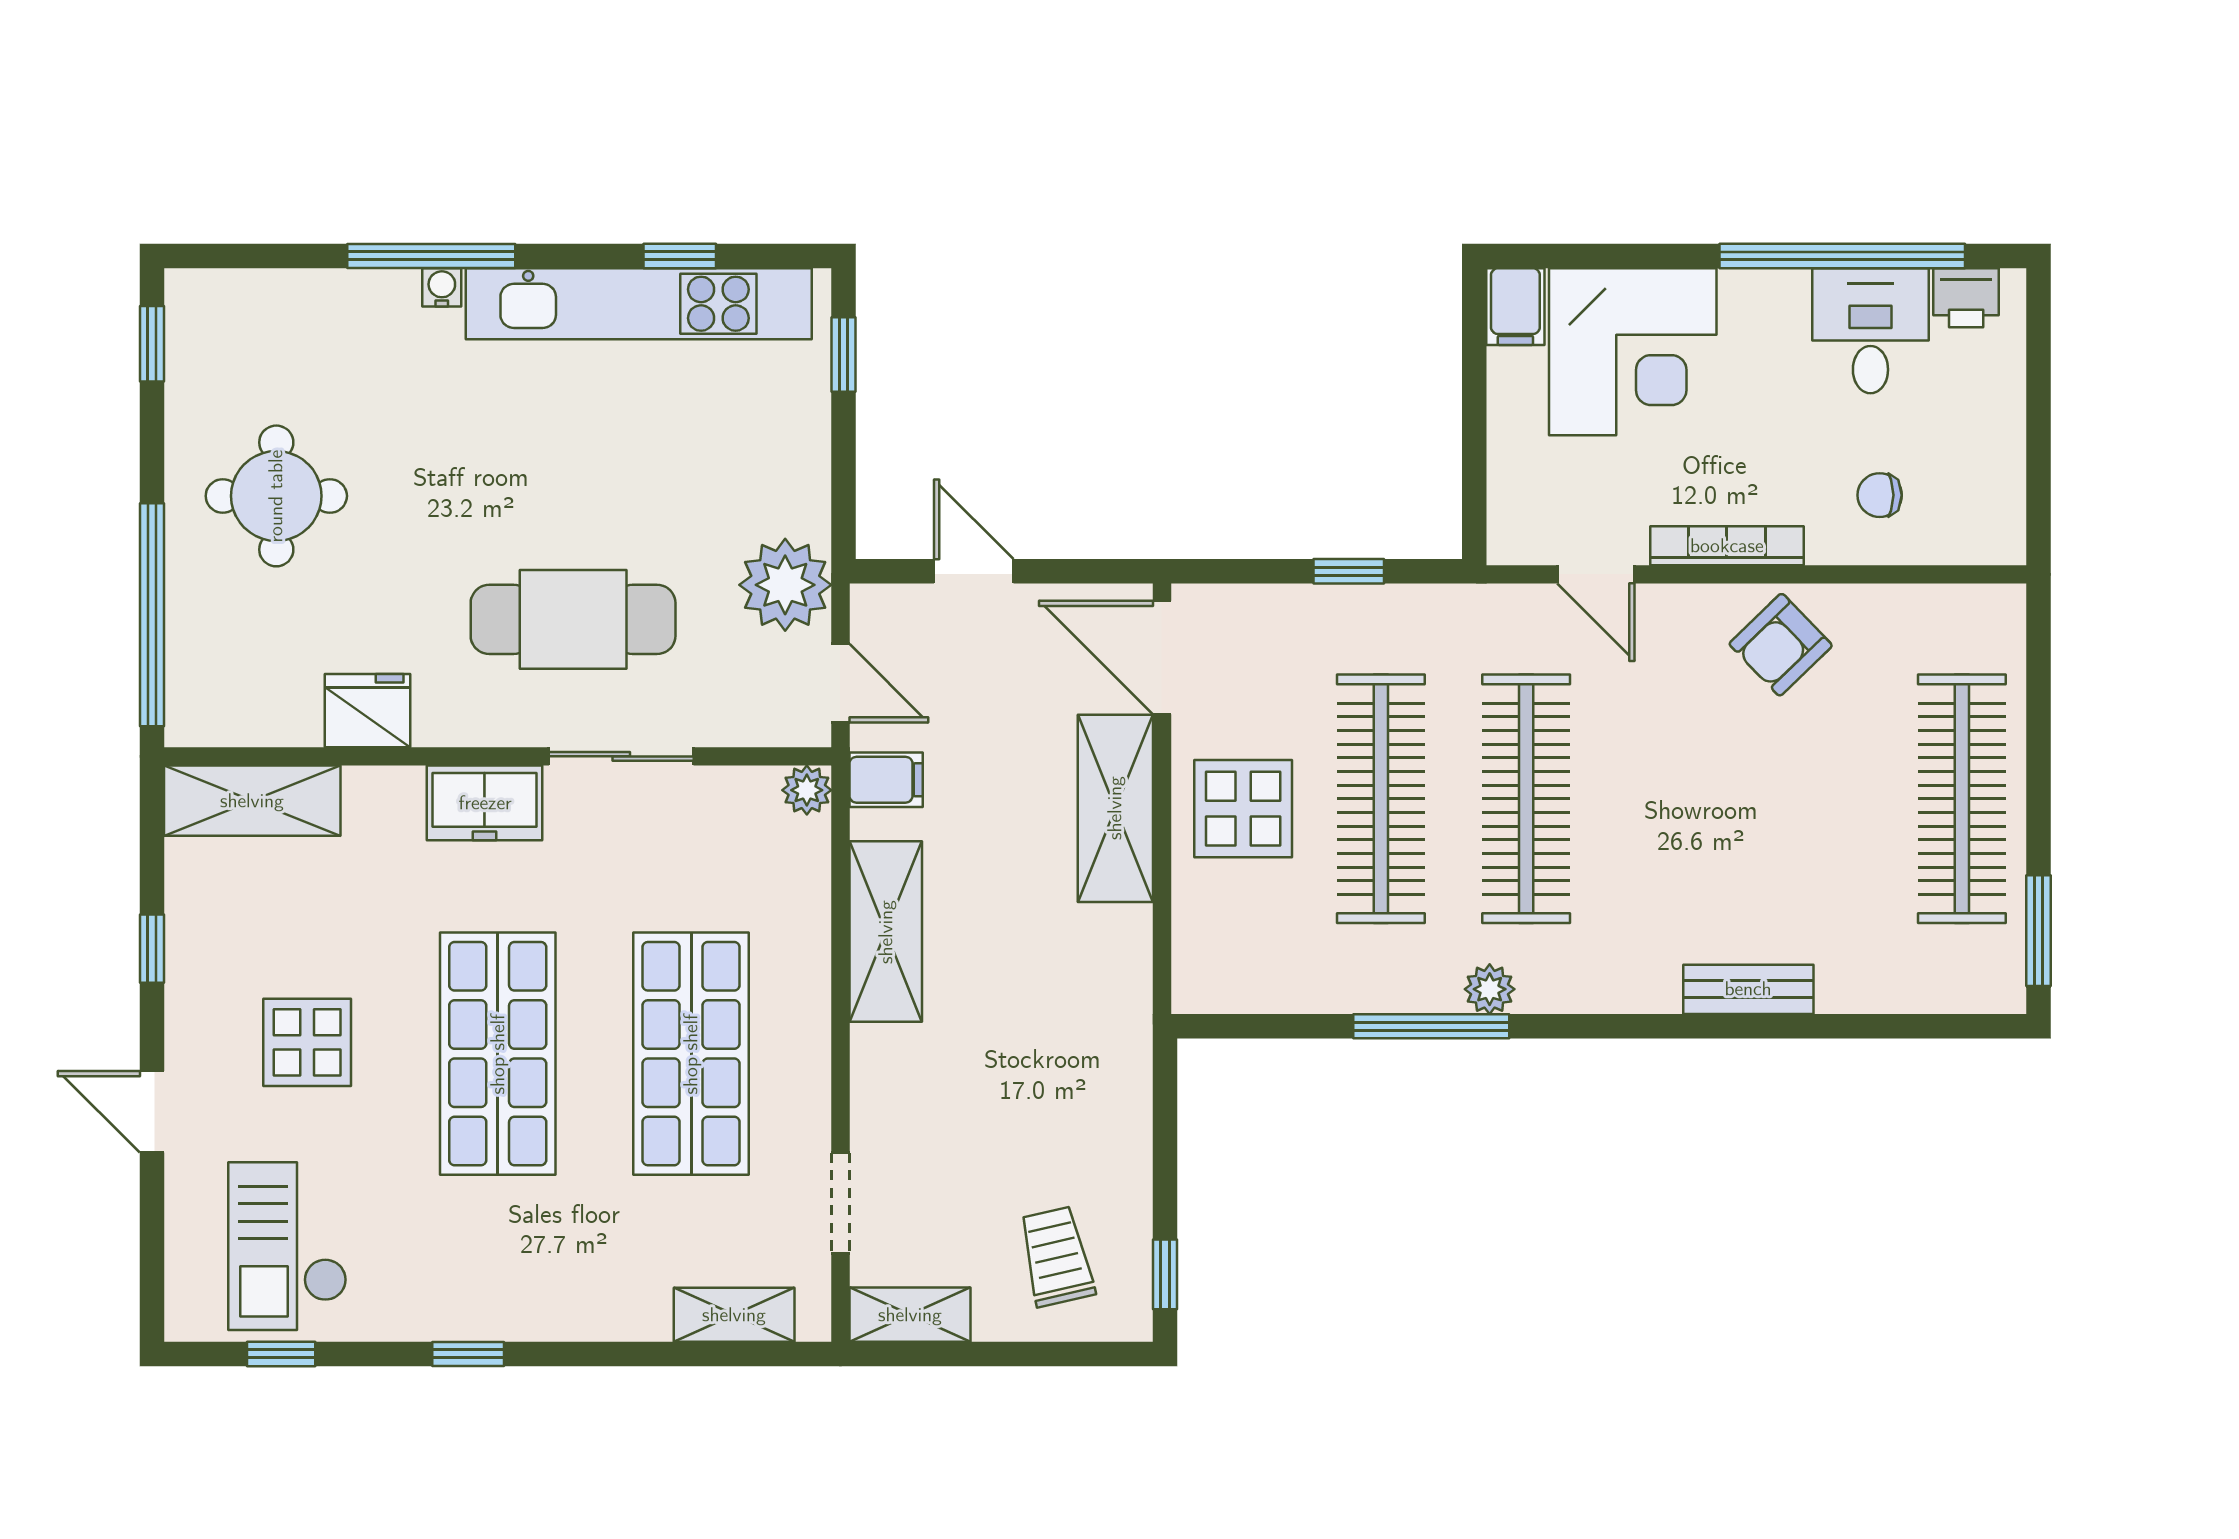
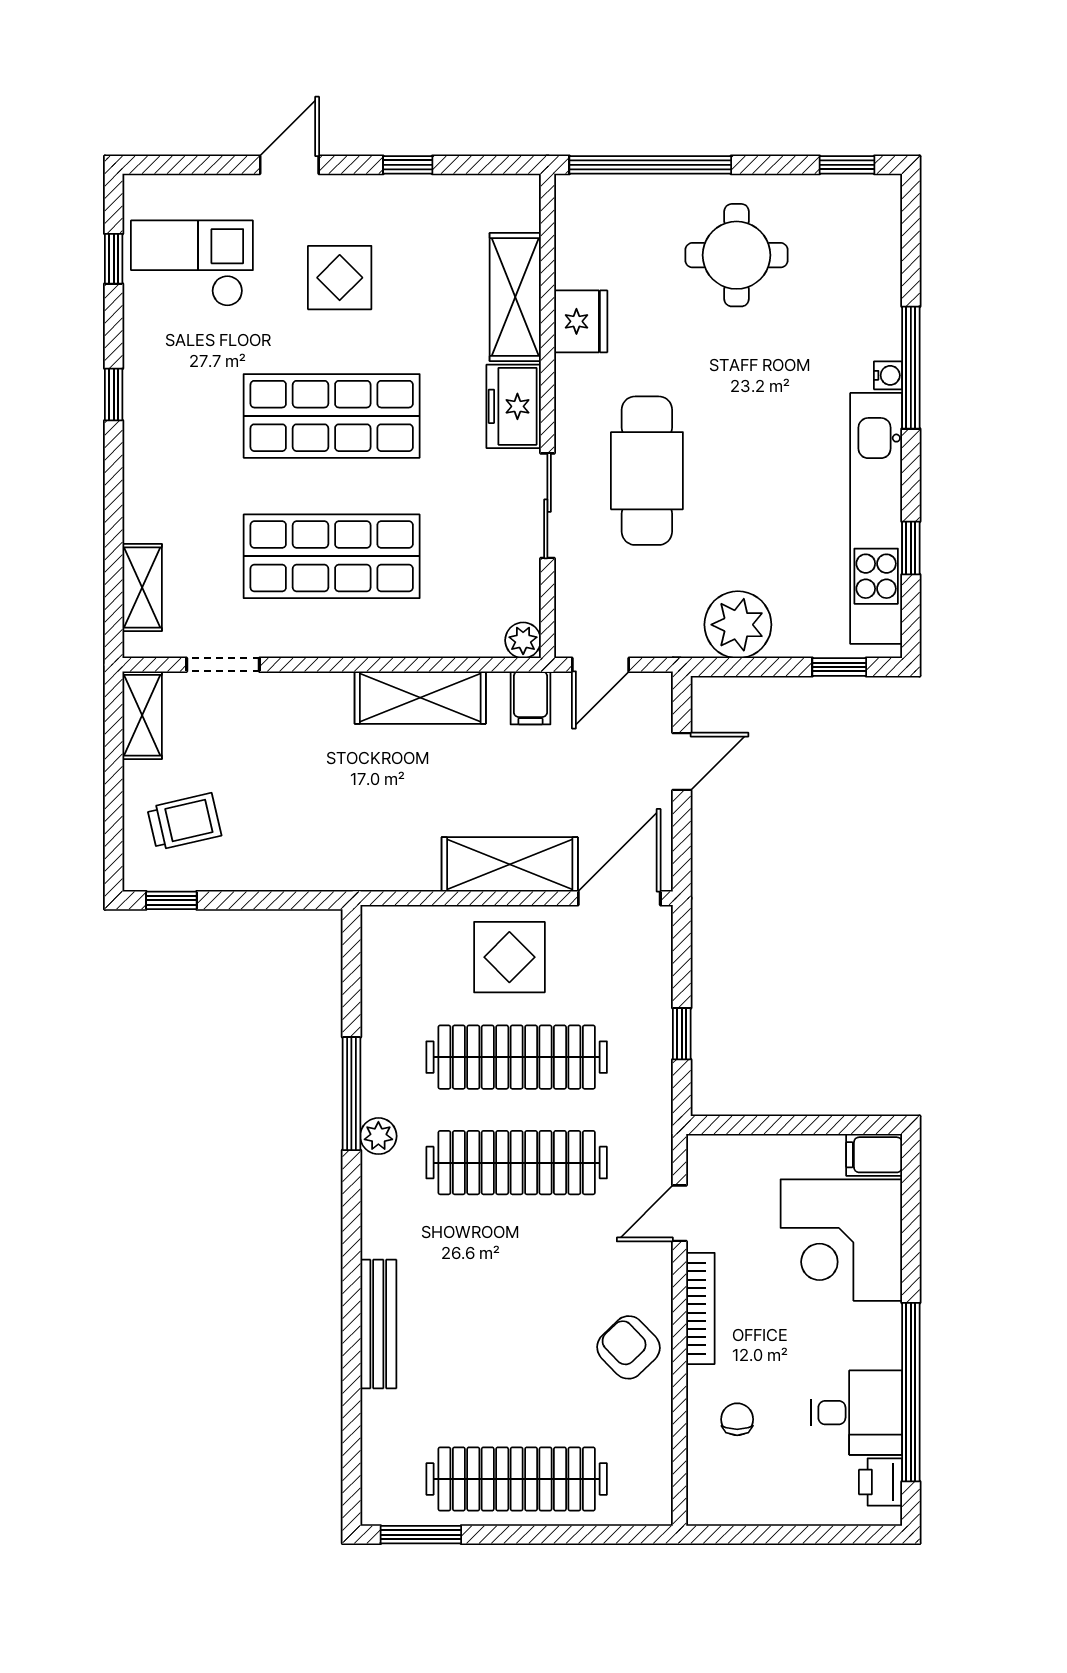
plant: (785, 585) -> (738, 625), moved
shelving: (252, 801) -> (515, 297), moved
bench: (1748, 989) -> (378, 1324), width x1.36

